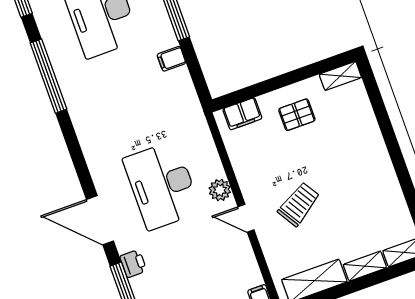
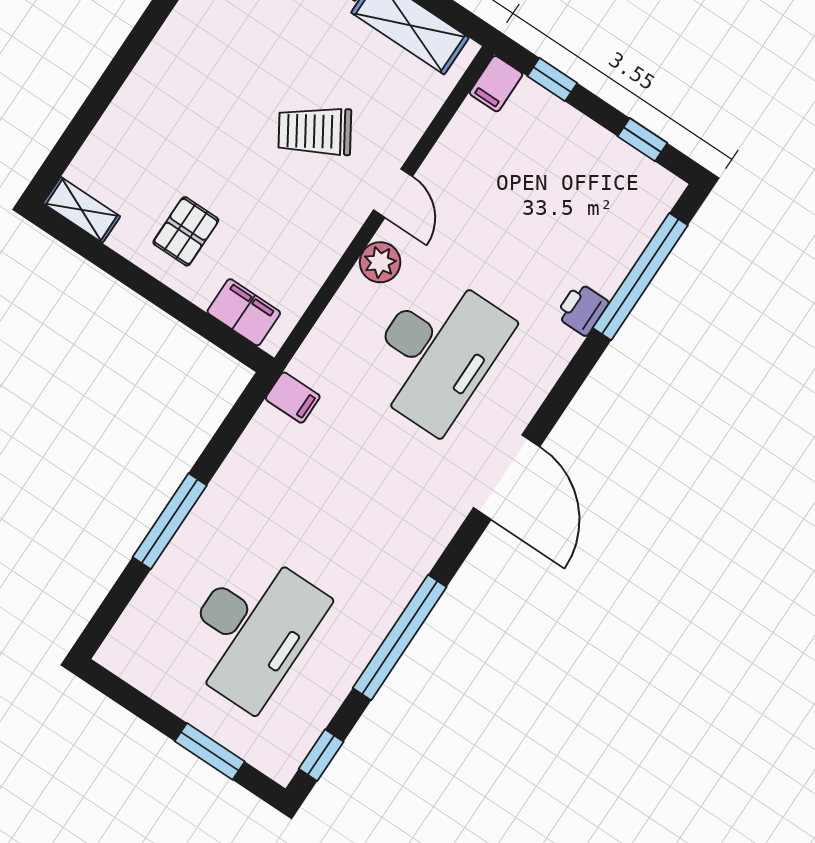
filing cabinet: (171, 59) -> (293, 398), moved
pallet: (297, 115) -> (186, 231), turned 90
door: (100, 220) -> (507, 477), moved

